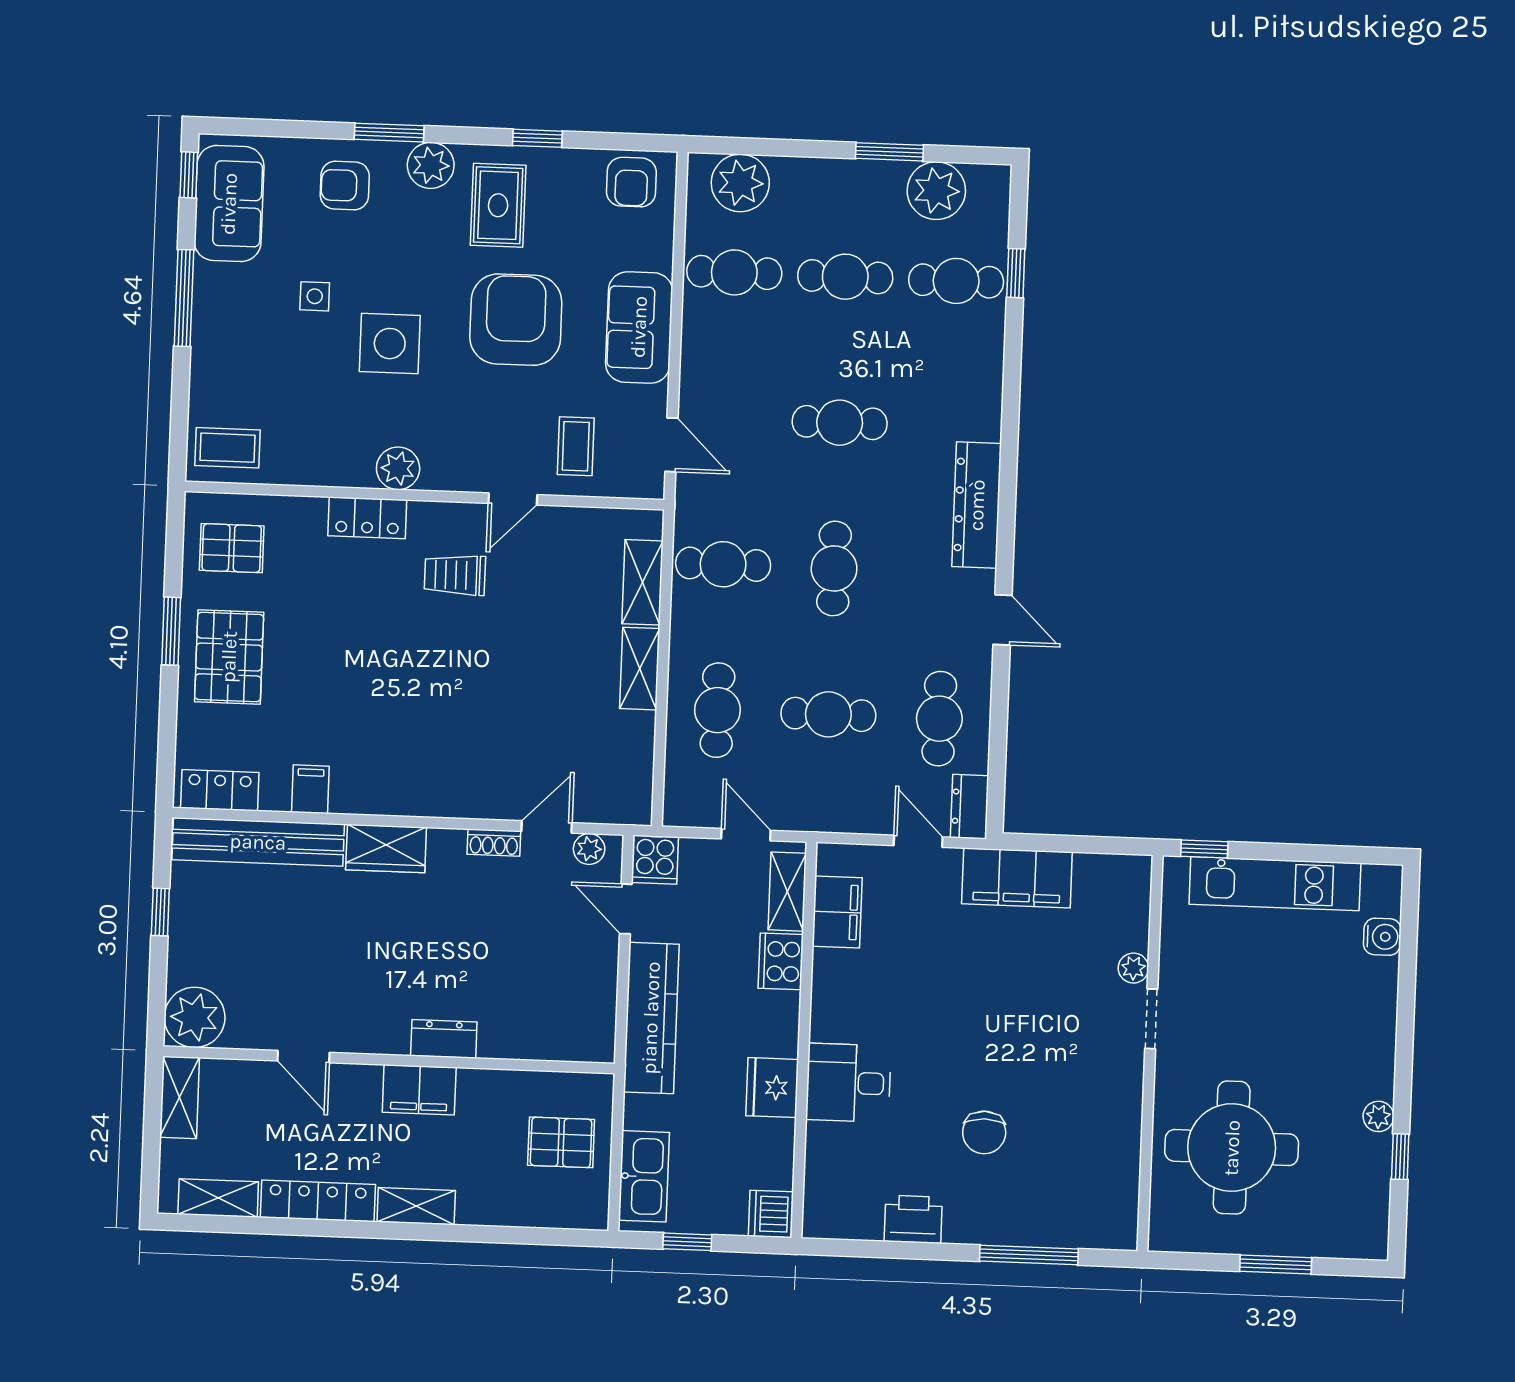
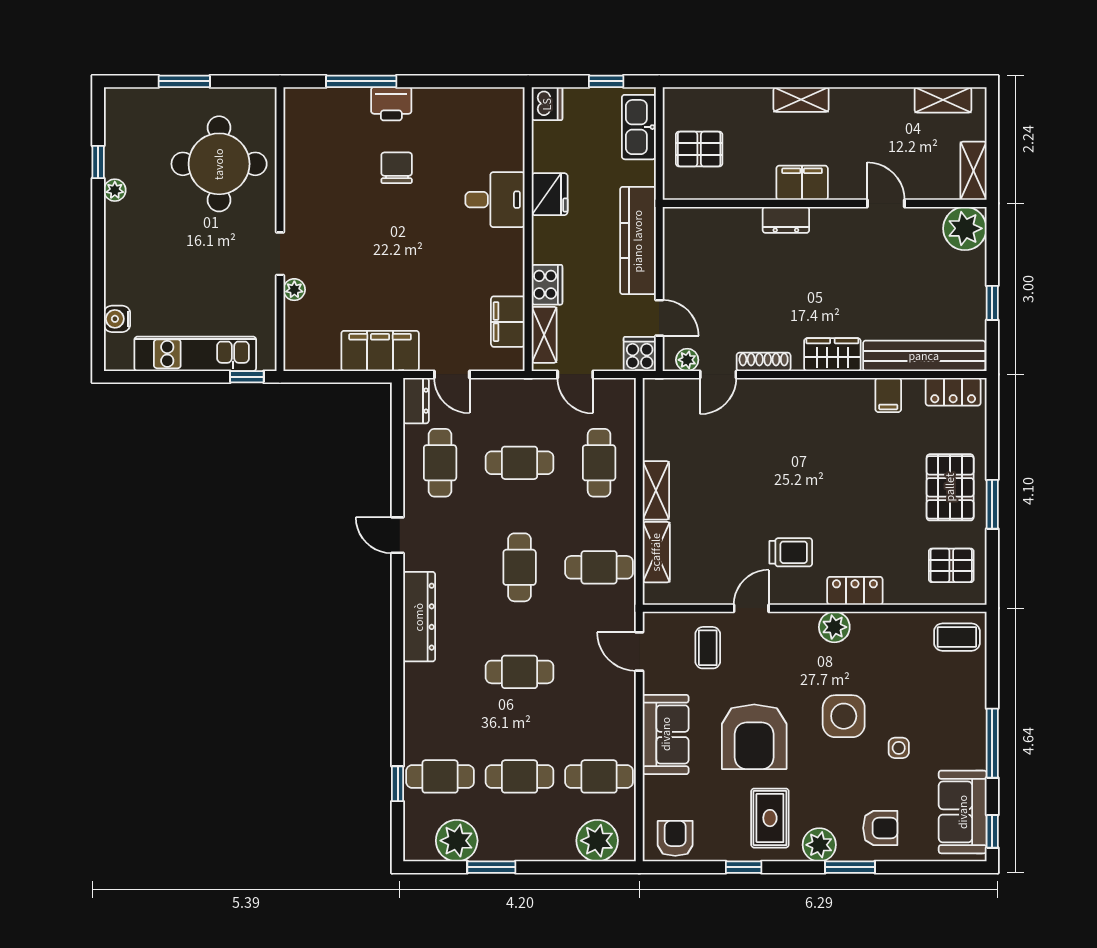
shoe rack: (494, 843) -> (764, 362), width x1.43
locker: (318, 1201) -> (872, 101), removed
printer: (913, 1219) -> (391, 104), moved

